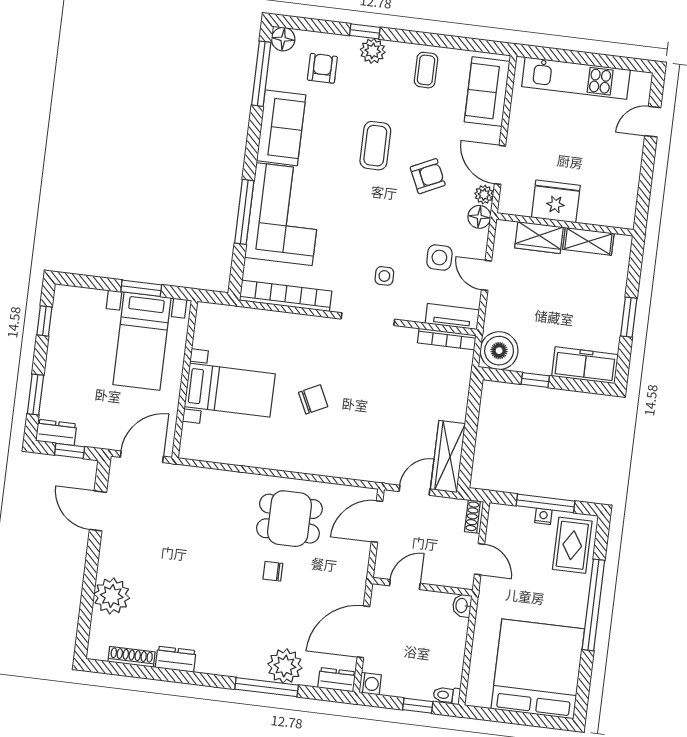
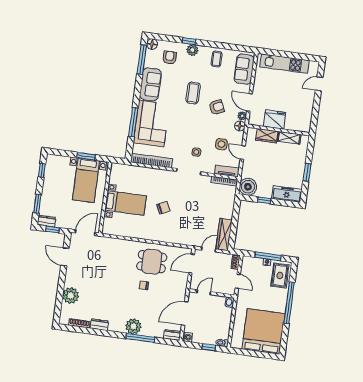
plant: (285, 666) -> (133, 326), moved

